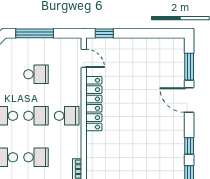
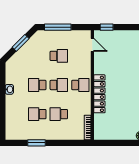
locker: (94, 104) -> (99, 94), moved
school desk: (36, 157) -> (59, 114), turned 180

